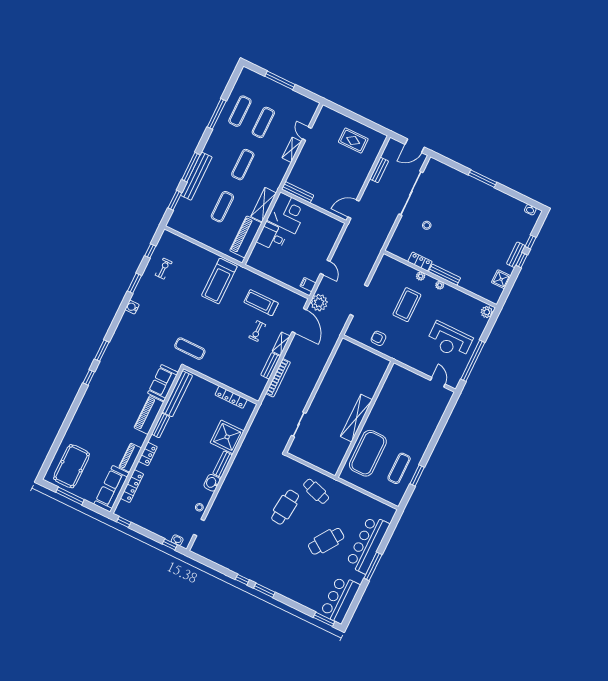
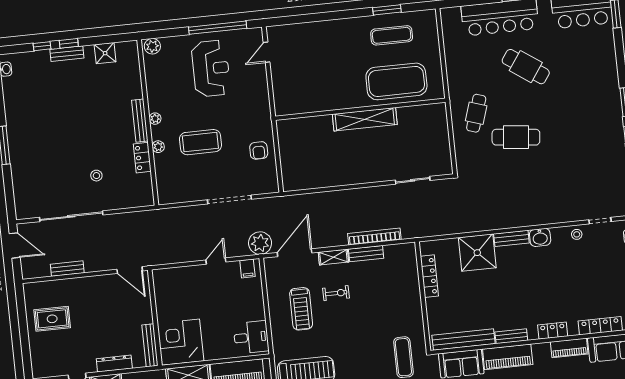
rug: (353, 140) -> (52, 319), turned 90
dresser: (300, 162) -> (114, 364), added
desk: (272, 237) -> (251, 337), moved, turned -90

